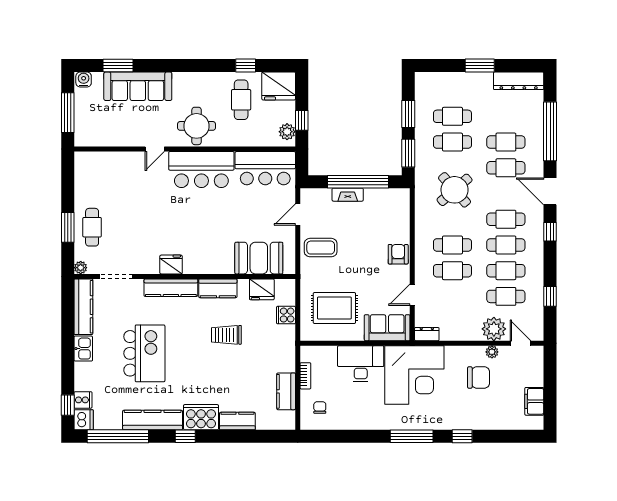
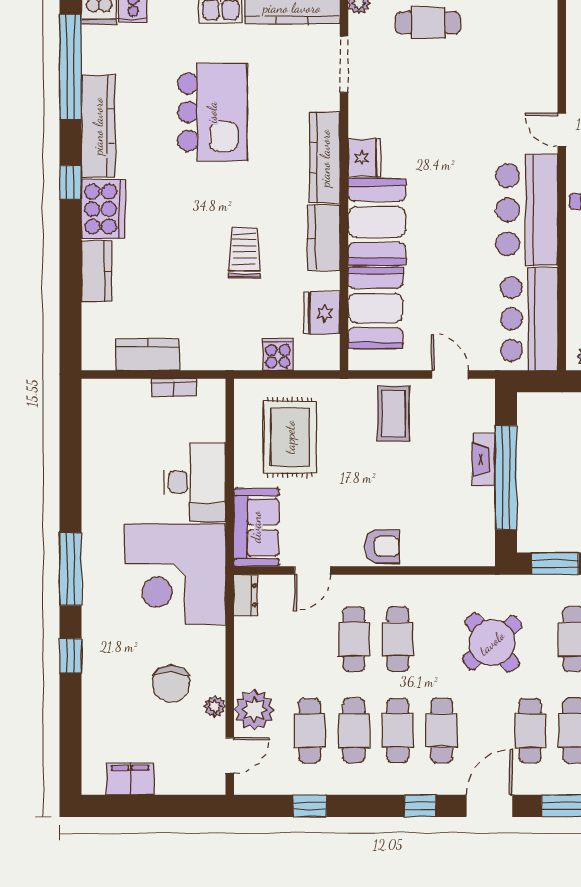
booth: (209, 257) -> (377, 222), added
door: (412, 295) -> (313, 570), swing flipped
kitchen island: (144, 353) -> (212, 112), turned -90
chair: (320, 408) -> (120, 412), removed

